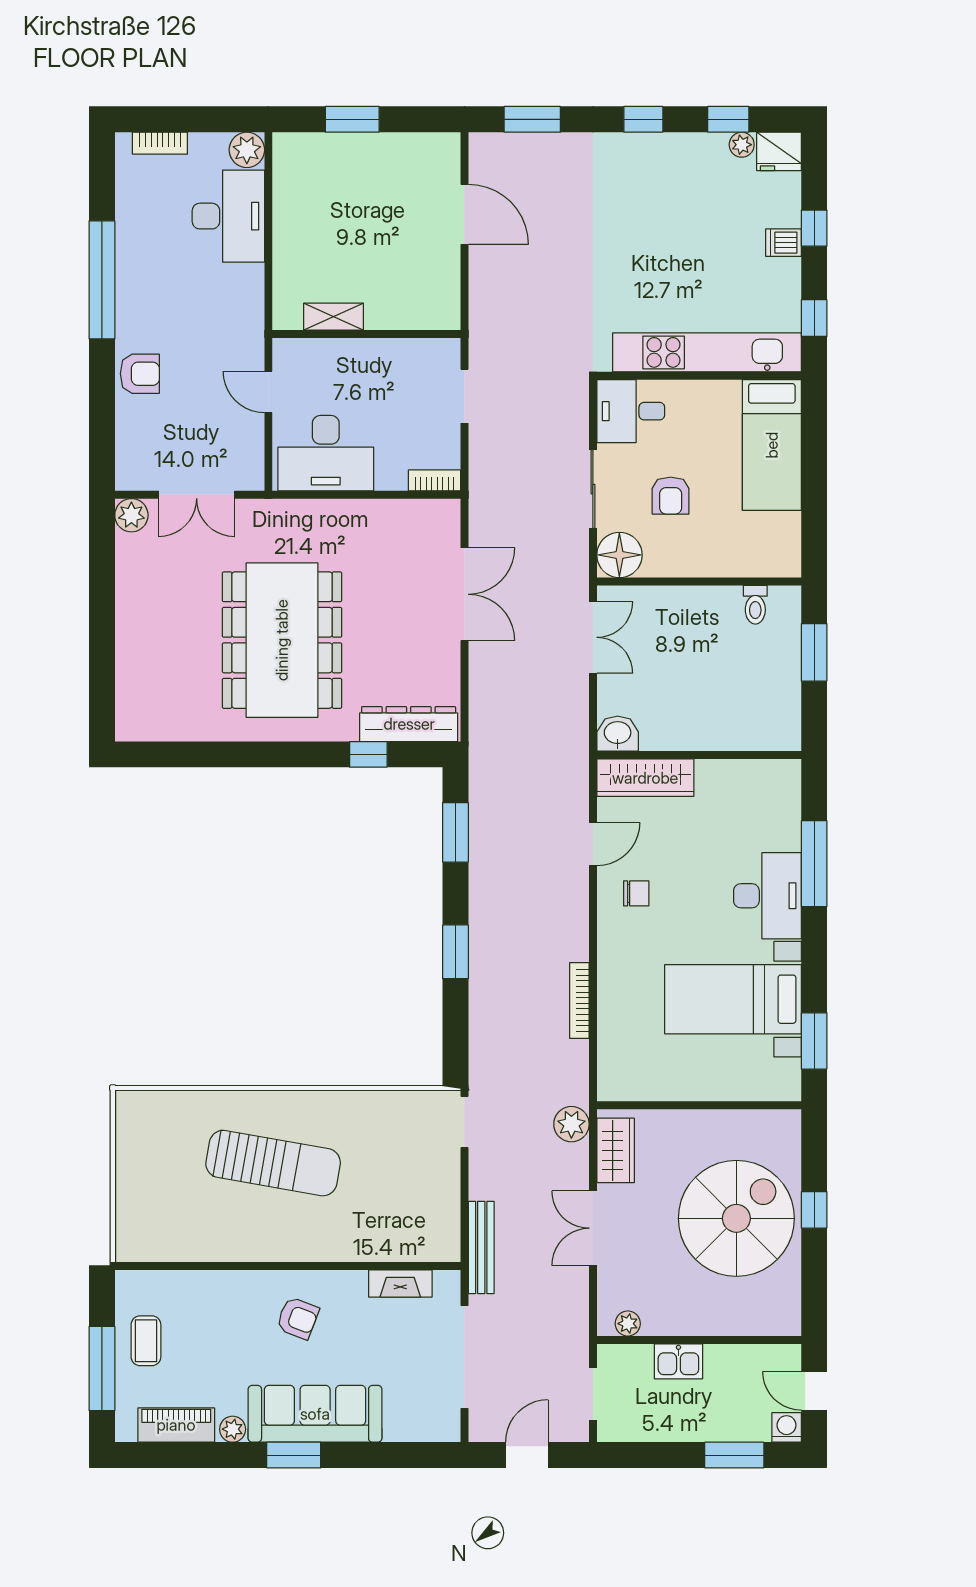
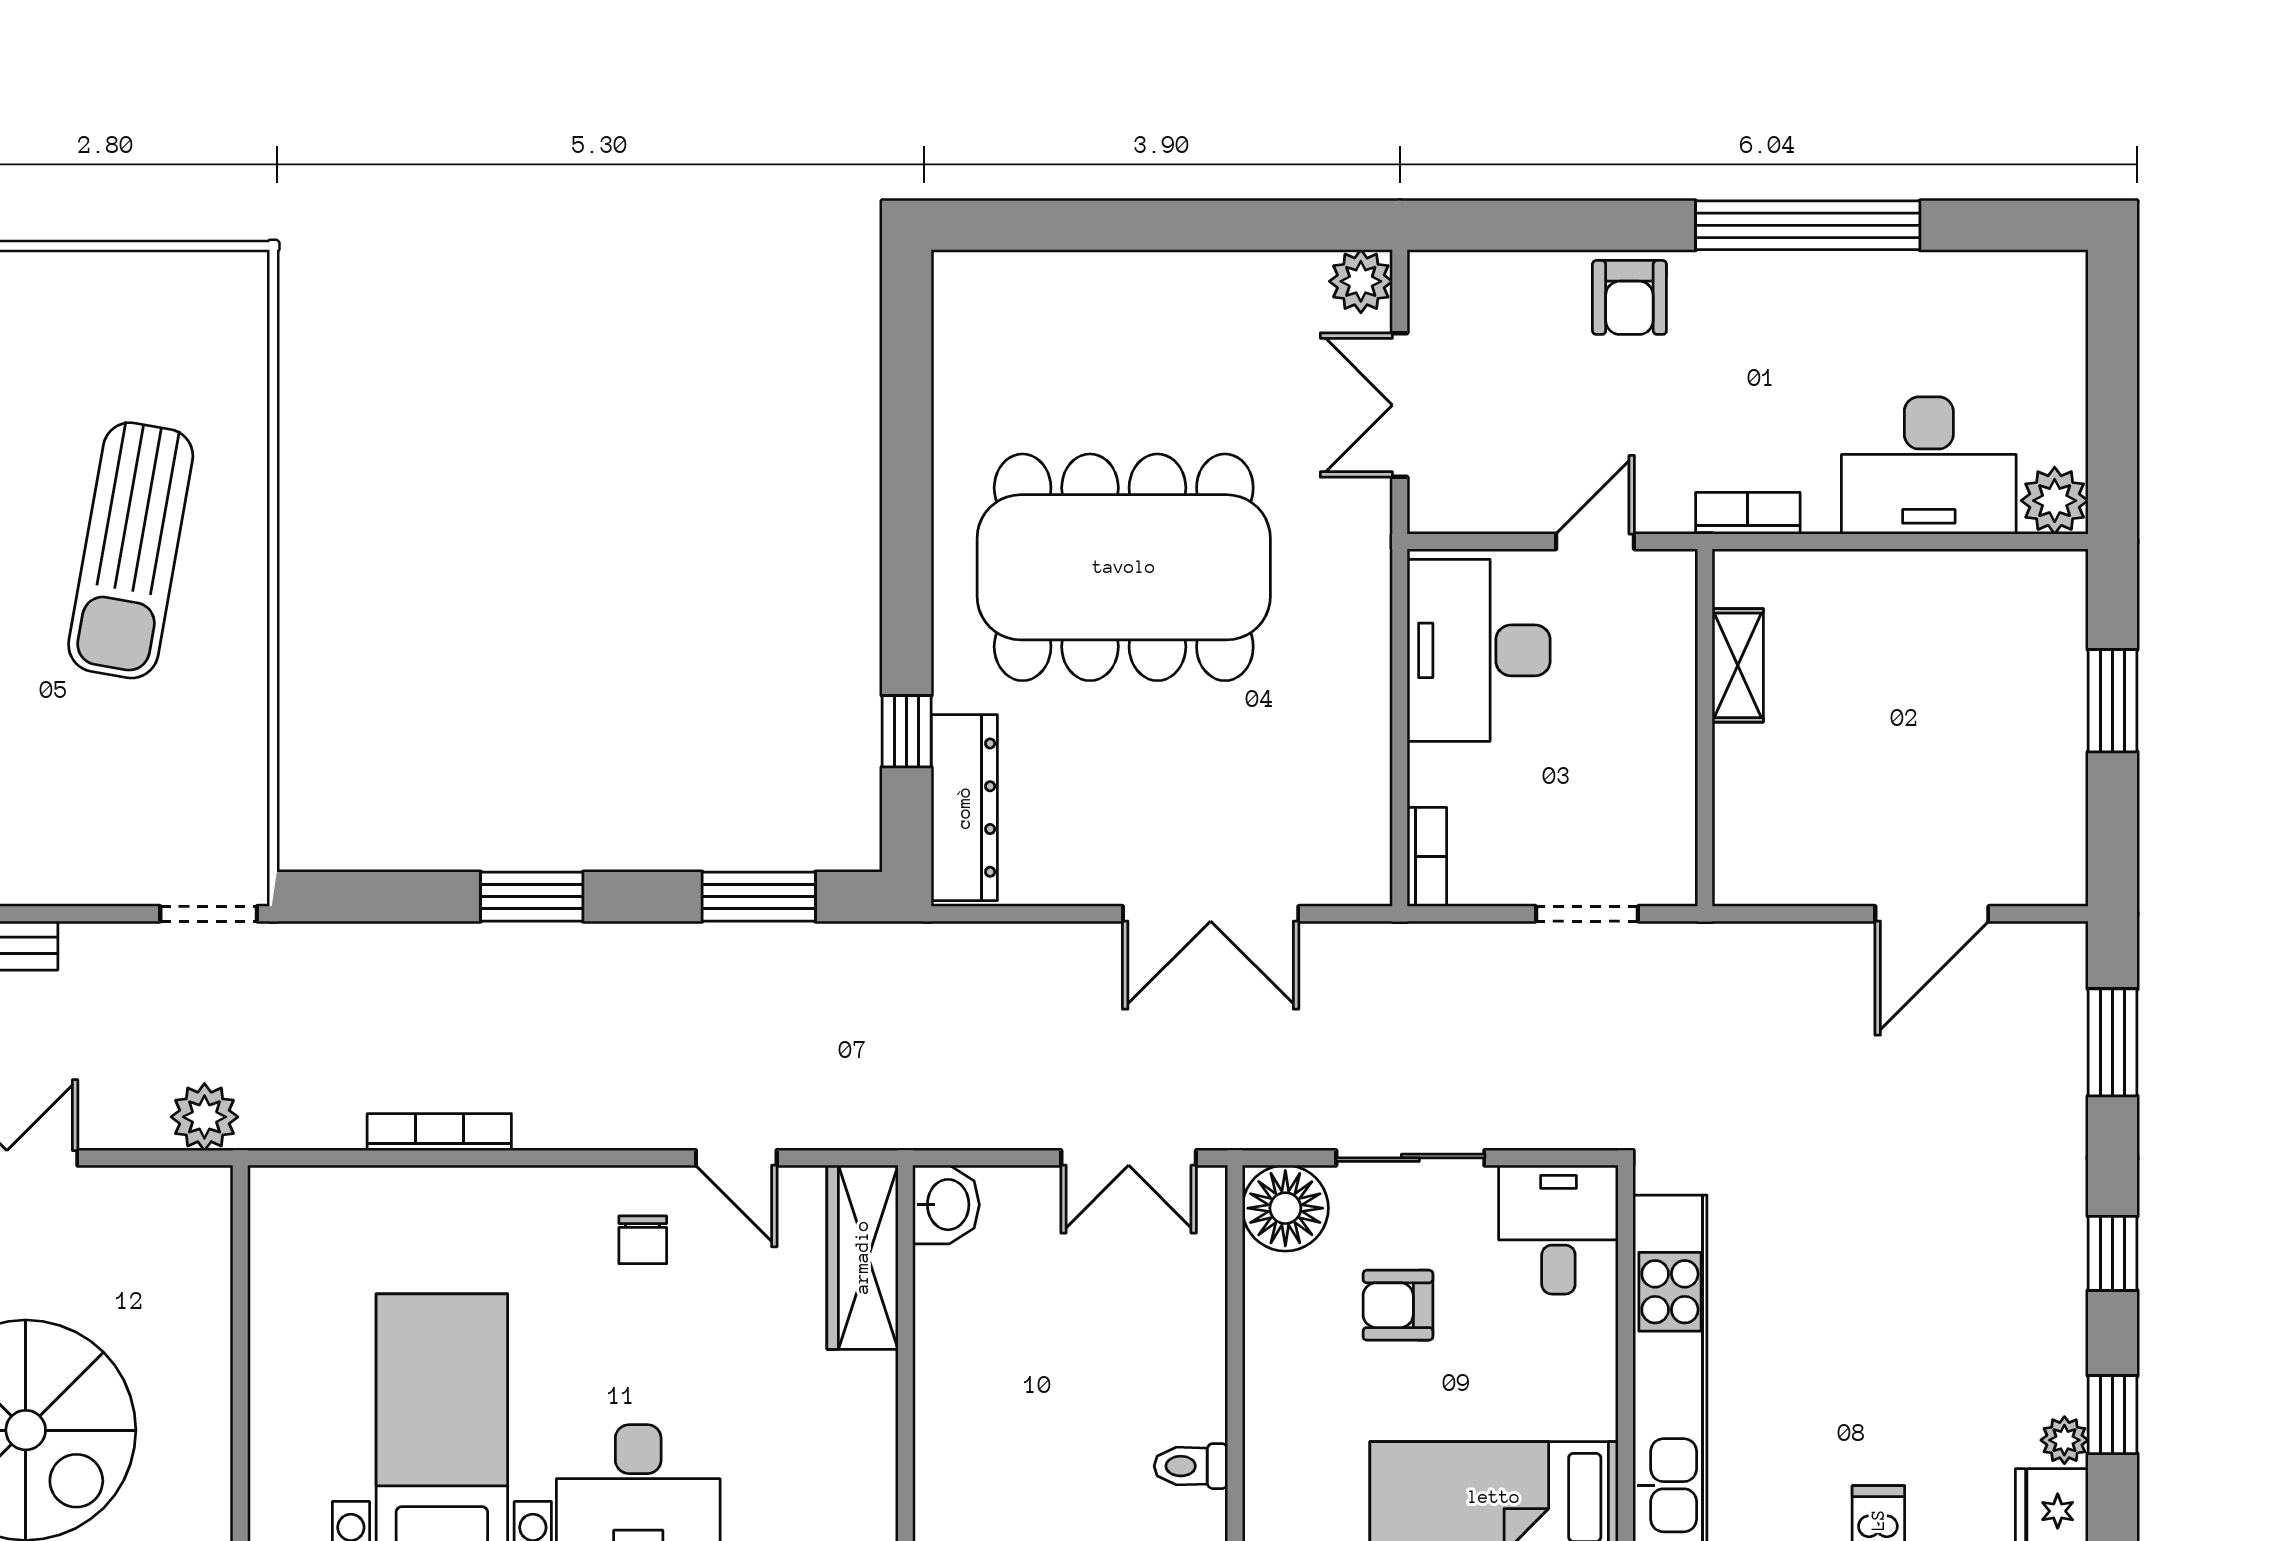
bookcase: (160, 143) -> (1748, 513), moved, turned 90
wardrobe: (616, 1150) -> (155, 1201), removed

